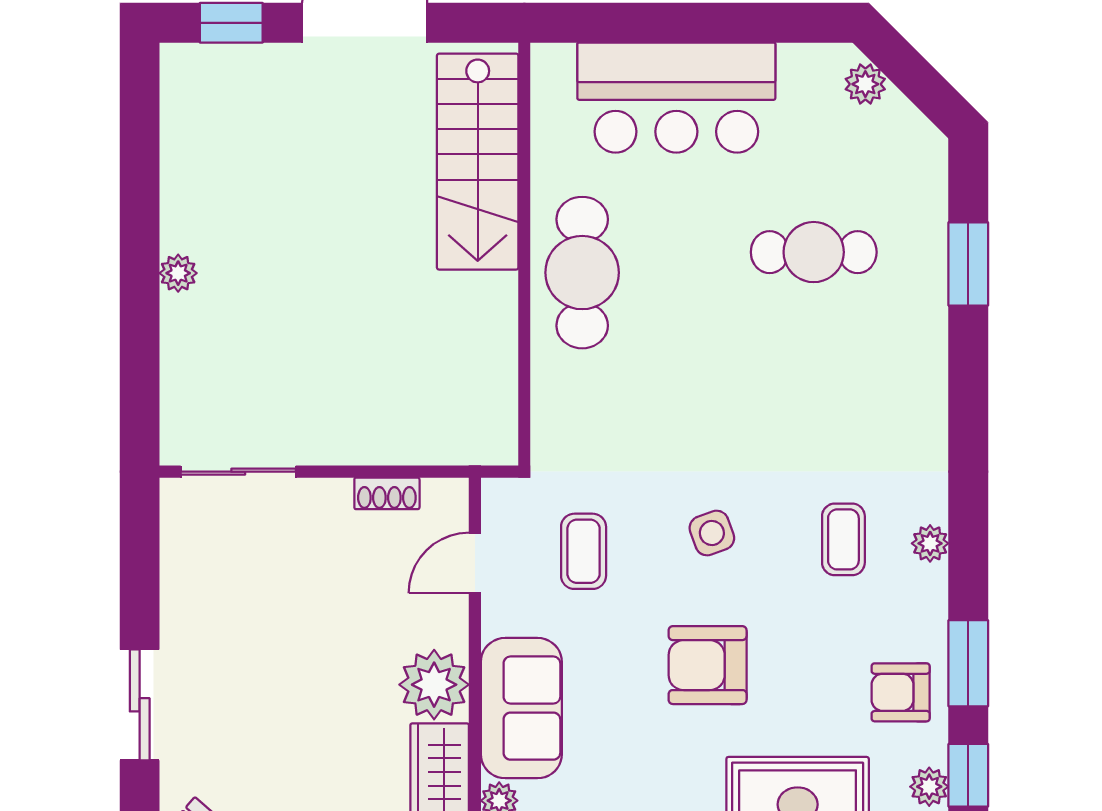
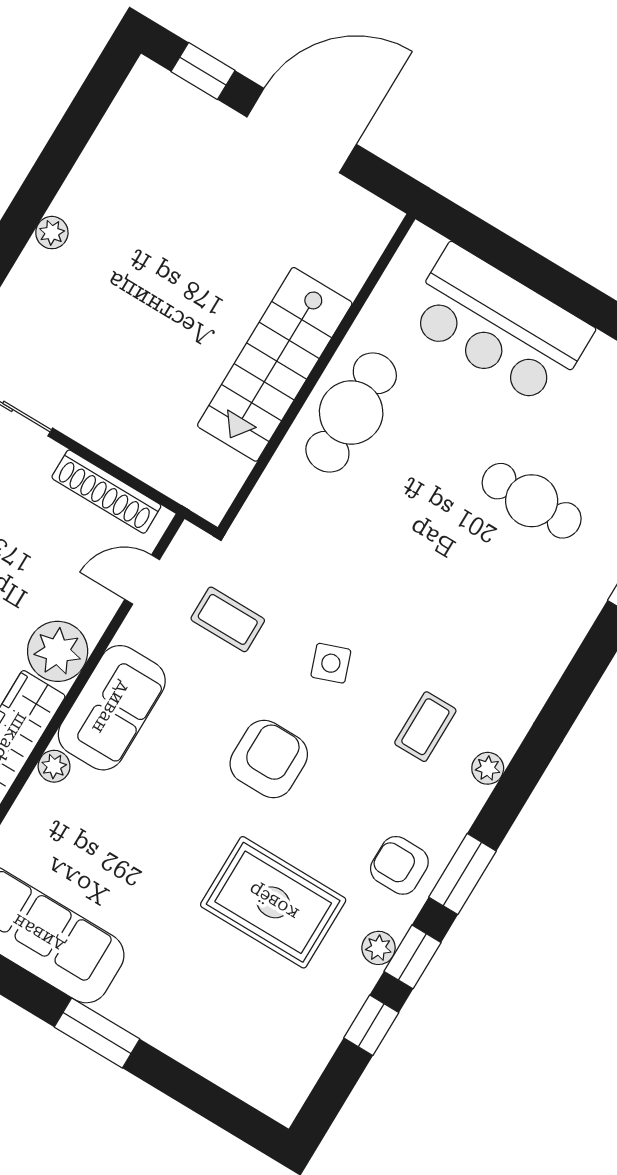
stairs: (478, 162) -> (275, 364), moved
shoe rack: (387, 493) -> (106, 492), width x1.94, depth x1.24
coffee table: (584, 551) -> (228, 619), turned 90
armchair: (708, 665) -> (269, 759), turned 90

